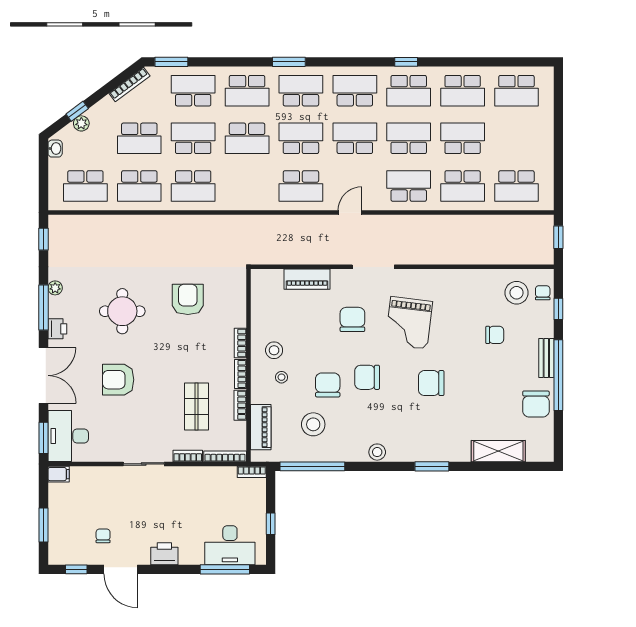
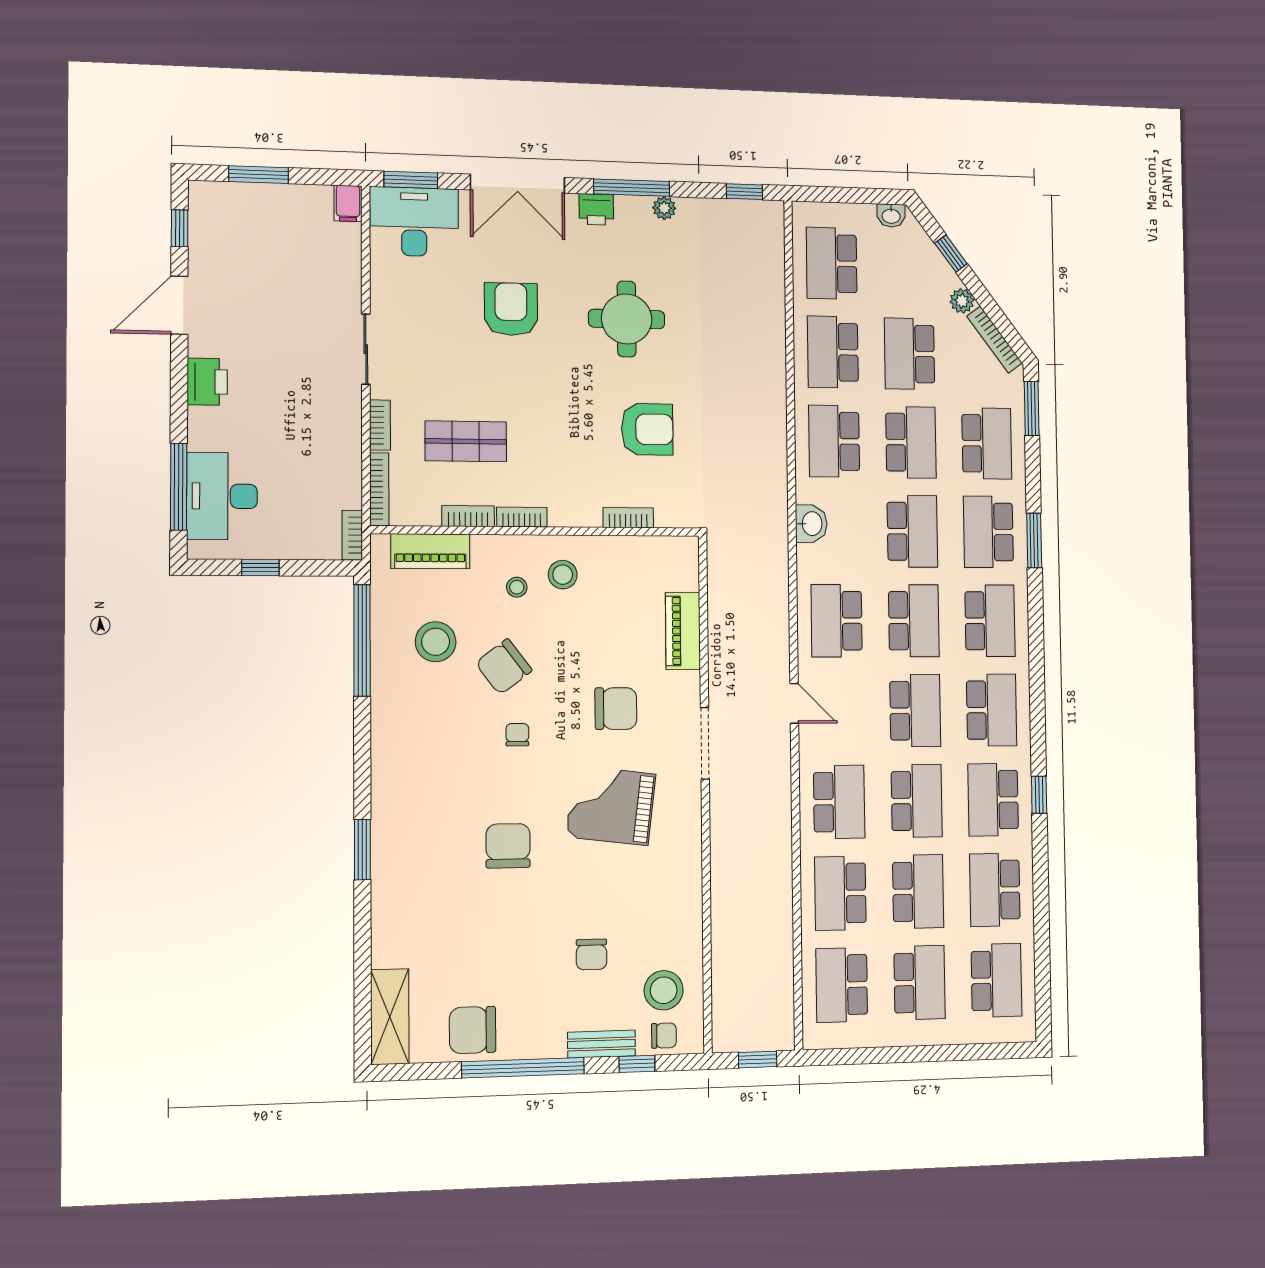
window: (289, 62) -> (1034, 540), moved
school desk: (516, 91) -> (996, 980), turned 180
plant: (81, 123) -> (962, 301), moved
school desk: (247, 138) -> (912, 531), turned 180
school desk: (516, 138) -> (920, 983), added
washbasin: (243, 201) -> (811, 524), added
bookcase: (240, 343) -> (628, 518), moved
bench: (546, 358) -> (601, 1044), moved
chair: (367, 377) -> (517, 735), width x0.54, depth x0.54
chair: (328, 385) -> (504, 667), turned 143
shelving: (498, 451) -> (390, 1017), moved
stool: (377, 452) -> (387, 753), removed
chair: (103, 536) -> (239, 276), removed

